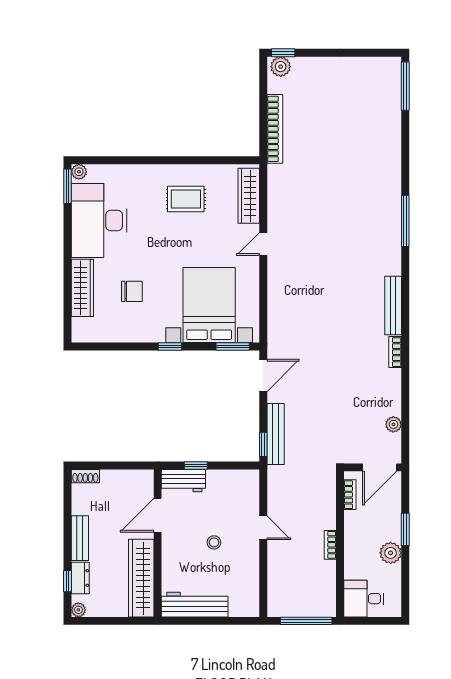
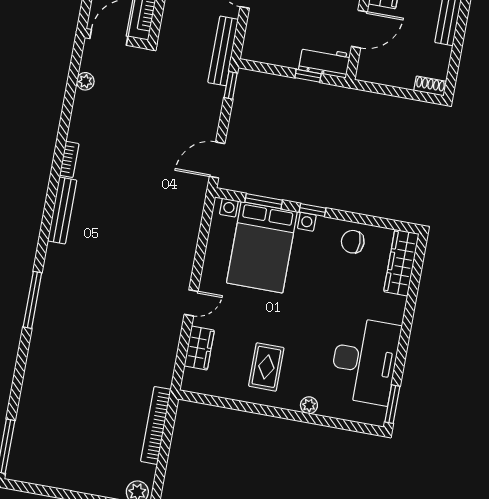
plant: (79, 172) -> (309, 405), moved
wardrobe: (249, 196) -> (199, 348), width x0.67
rug: (186, 199) -> (266, 367), turned 90
wardrobe: (82, 288) -> (401, 263), moved
chair: (132, 291) -> (353, 242), moved
window: (233, 346) -> (264, 201), moved
bench: (276, 434) -> (223, 51), moved

